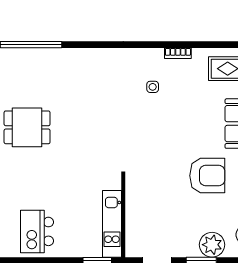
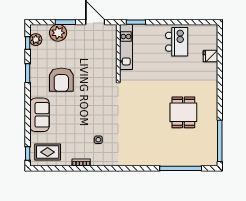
dining table: (27, 127) -> (183, 112), turned 90
armchair: (207, 176) -> (61, 80), turned -90

